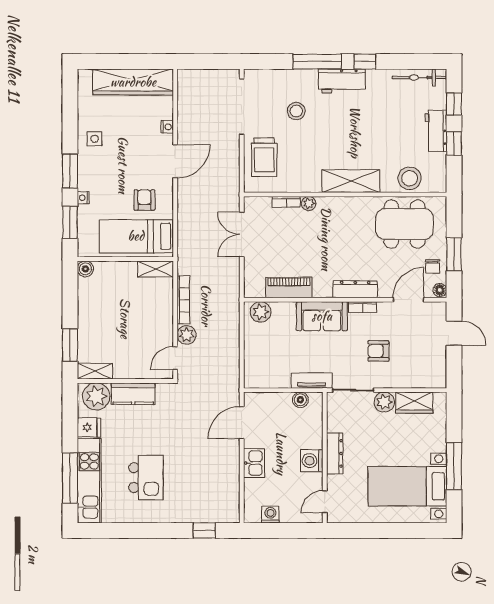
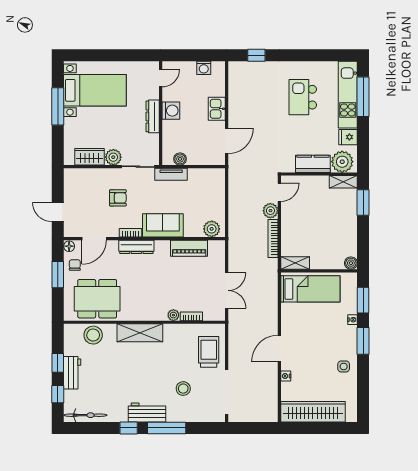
armchair: (144, 200) -> (304, 318), removed

